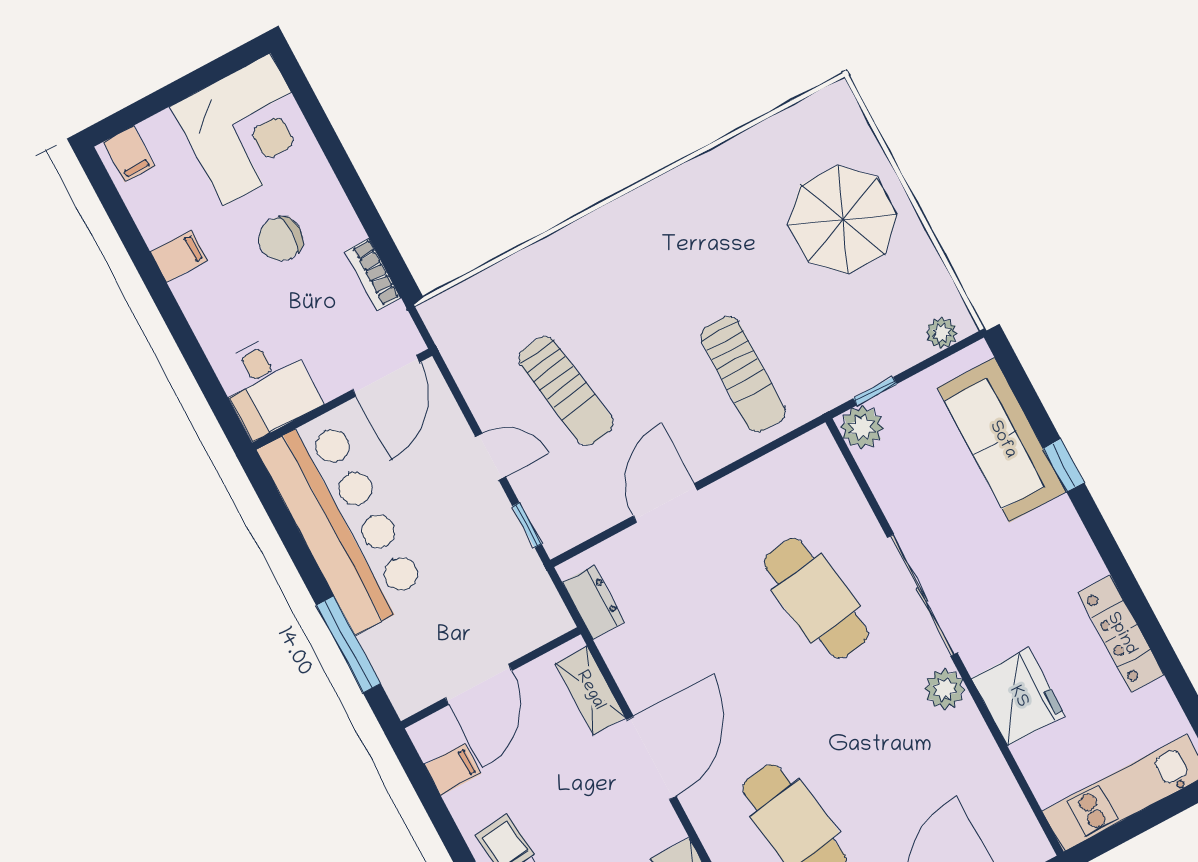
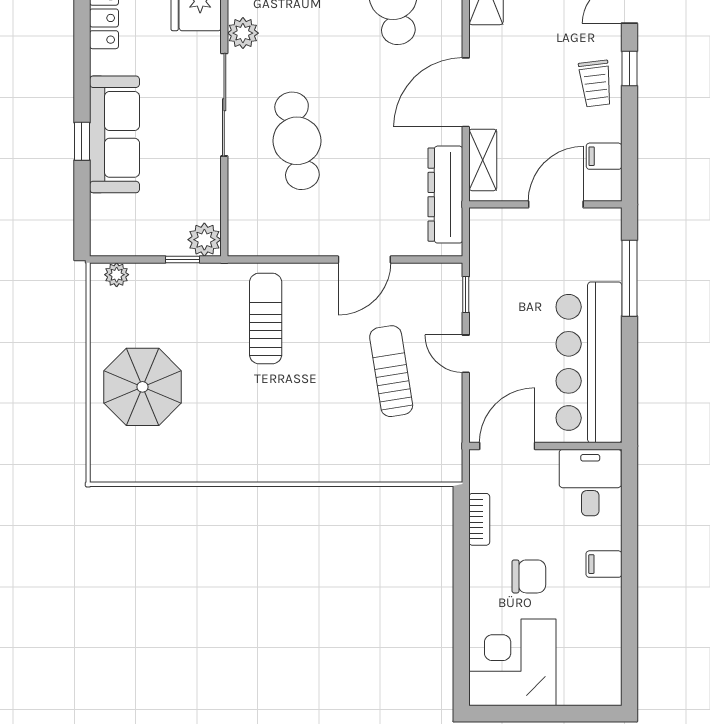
filing cabinet: (129, 154) -> (601, 688), removed
filing cabinet: (179, 256) -> (604, 564), moved
sofa: (1002, 440) -> (115, 134), moved
dresser: (593, 602) -> (445, 195), width x1.96, depth x1.24

